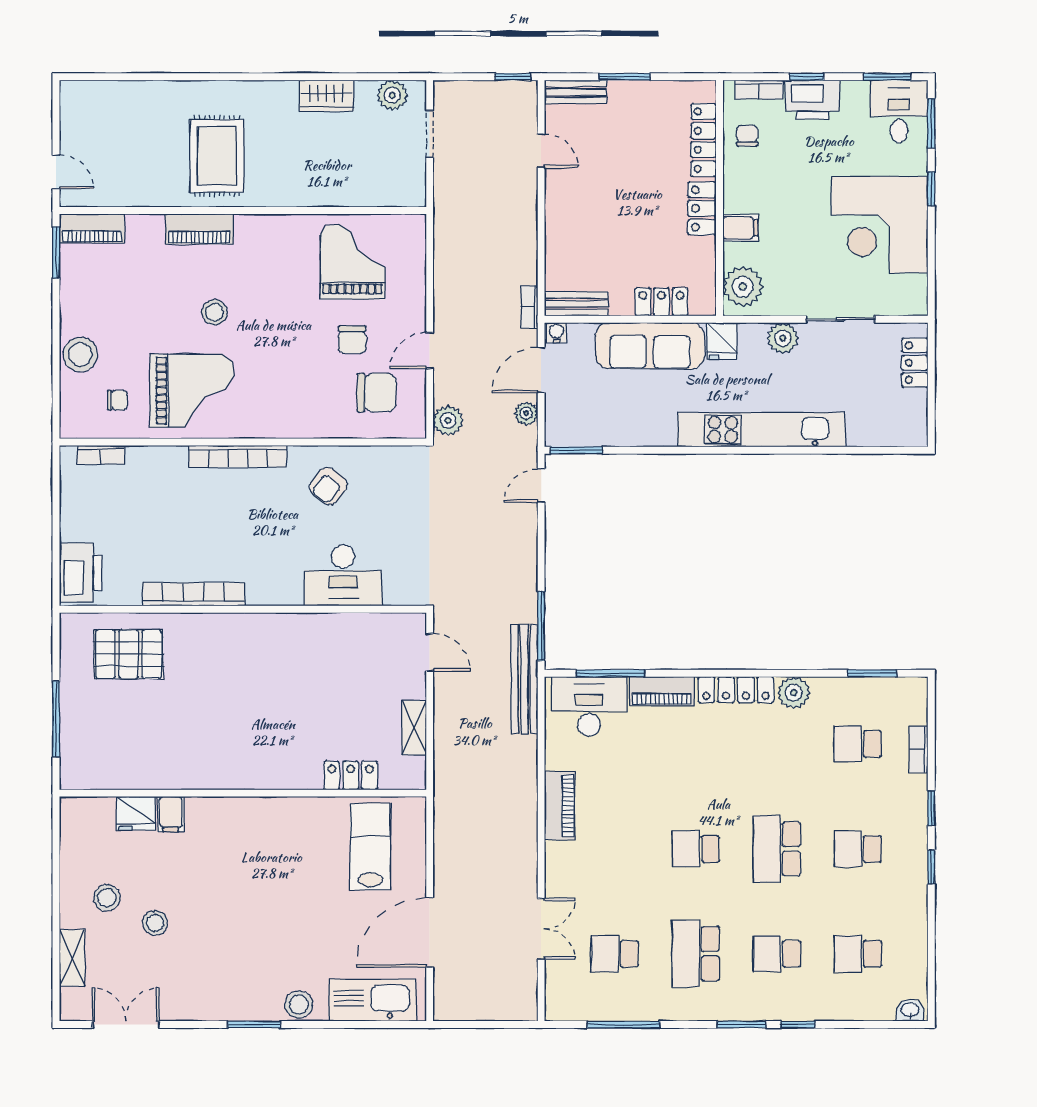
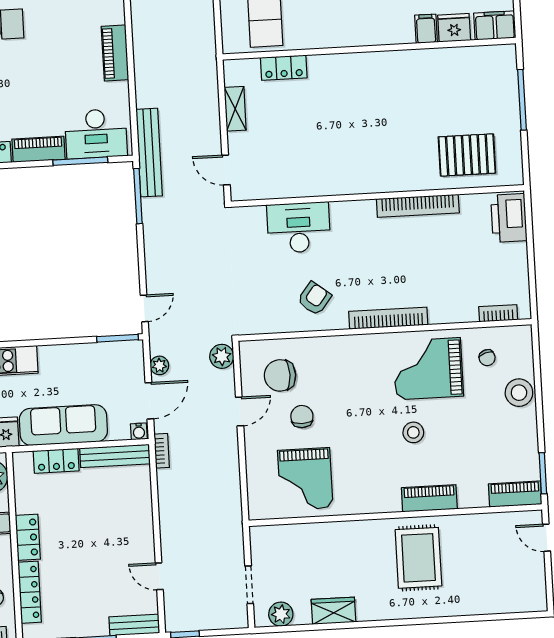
bench: (576, 304) -> (115, 456), width x1.36
chair: (118, 400) -> (487, 358), turned -108
filing cabinet: (85, 813) -> (495, 25), added

